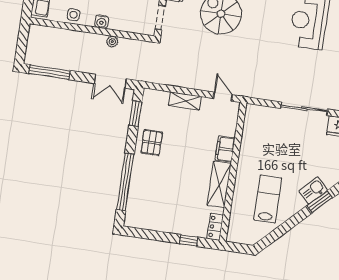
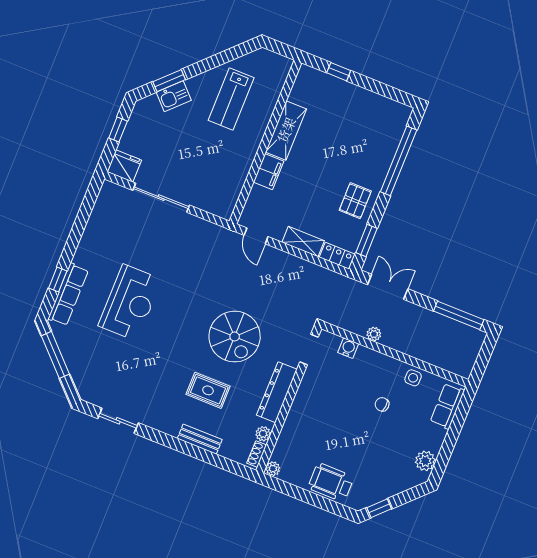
water cooler: (102, 22) -> (348, 348), moved
locker: (215, 227) -> (337, 256), moved, turned -90

